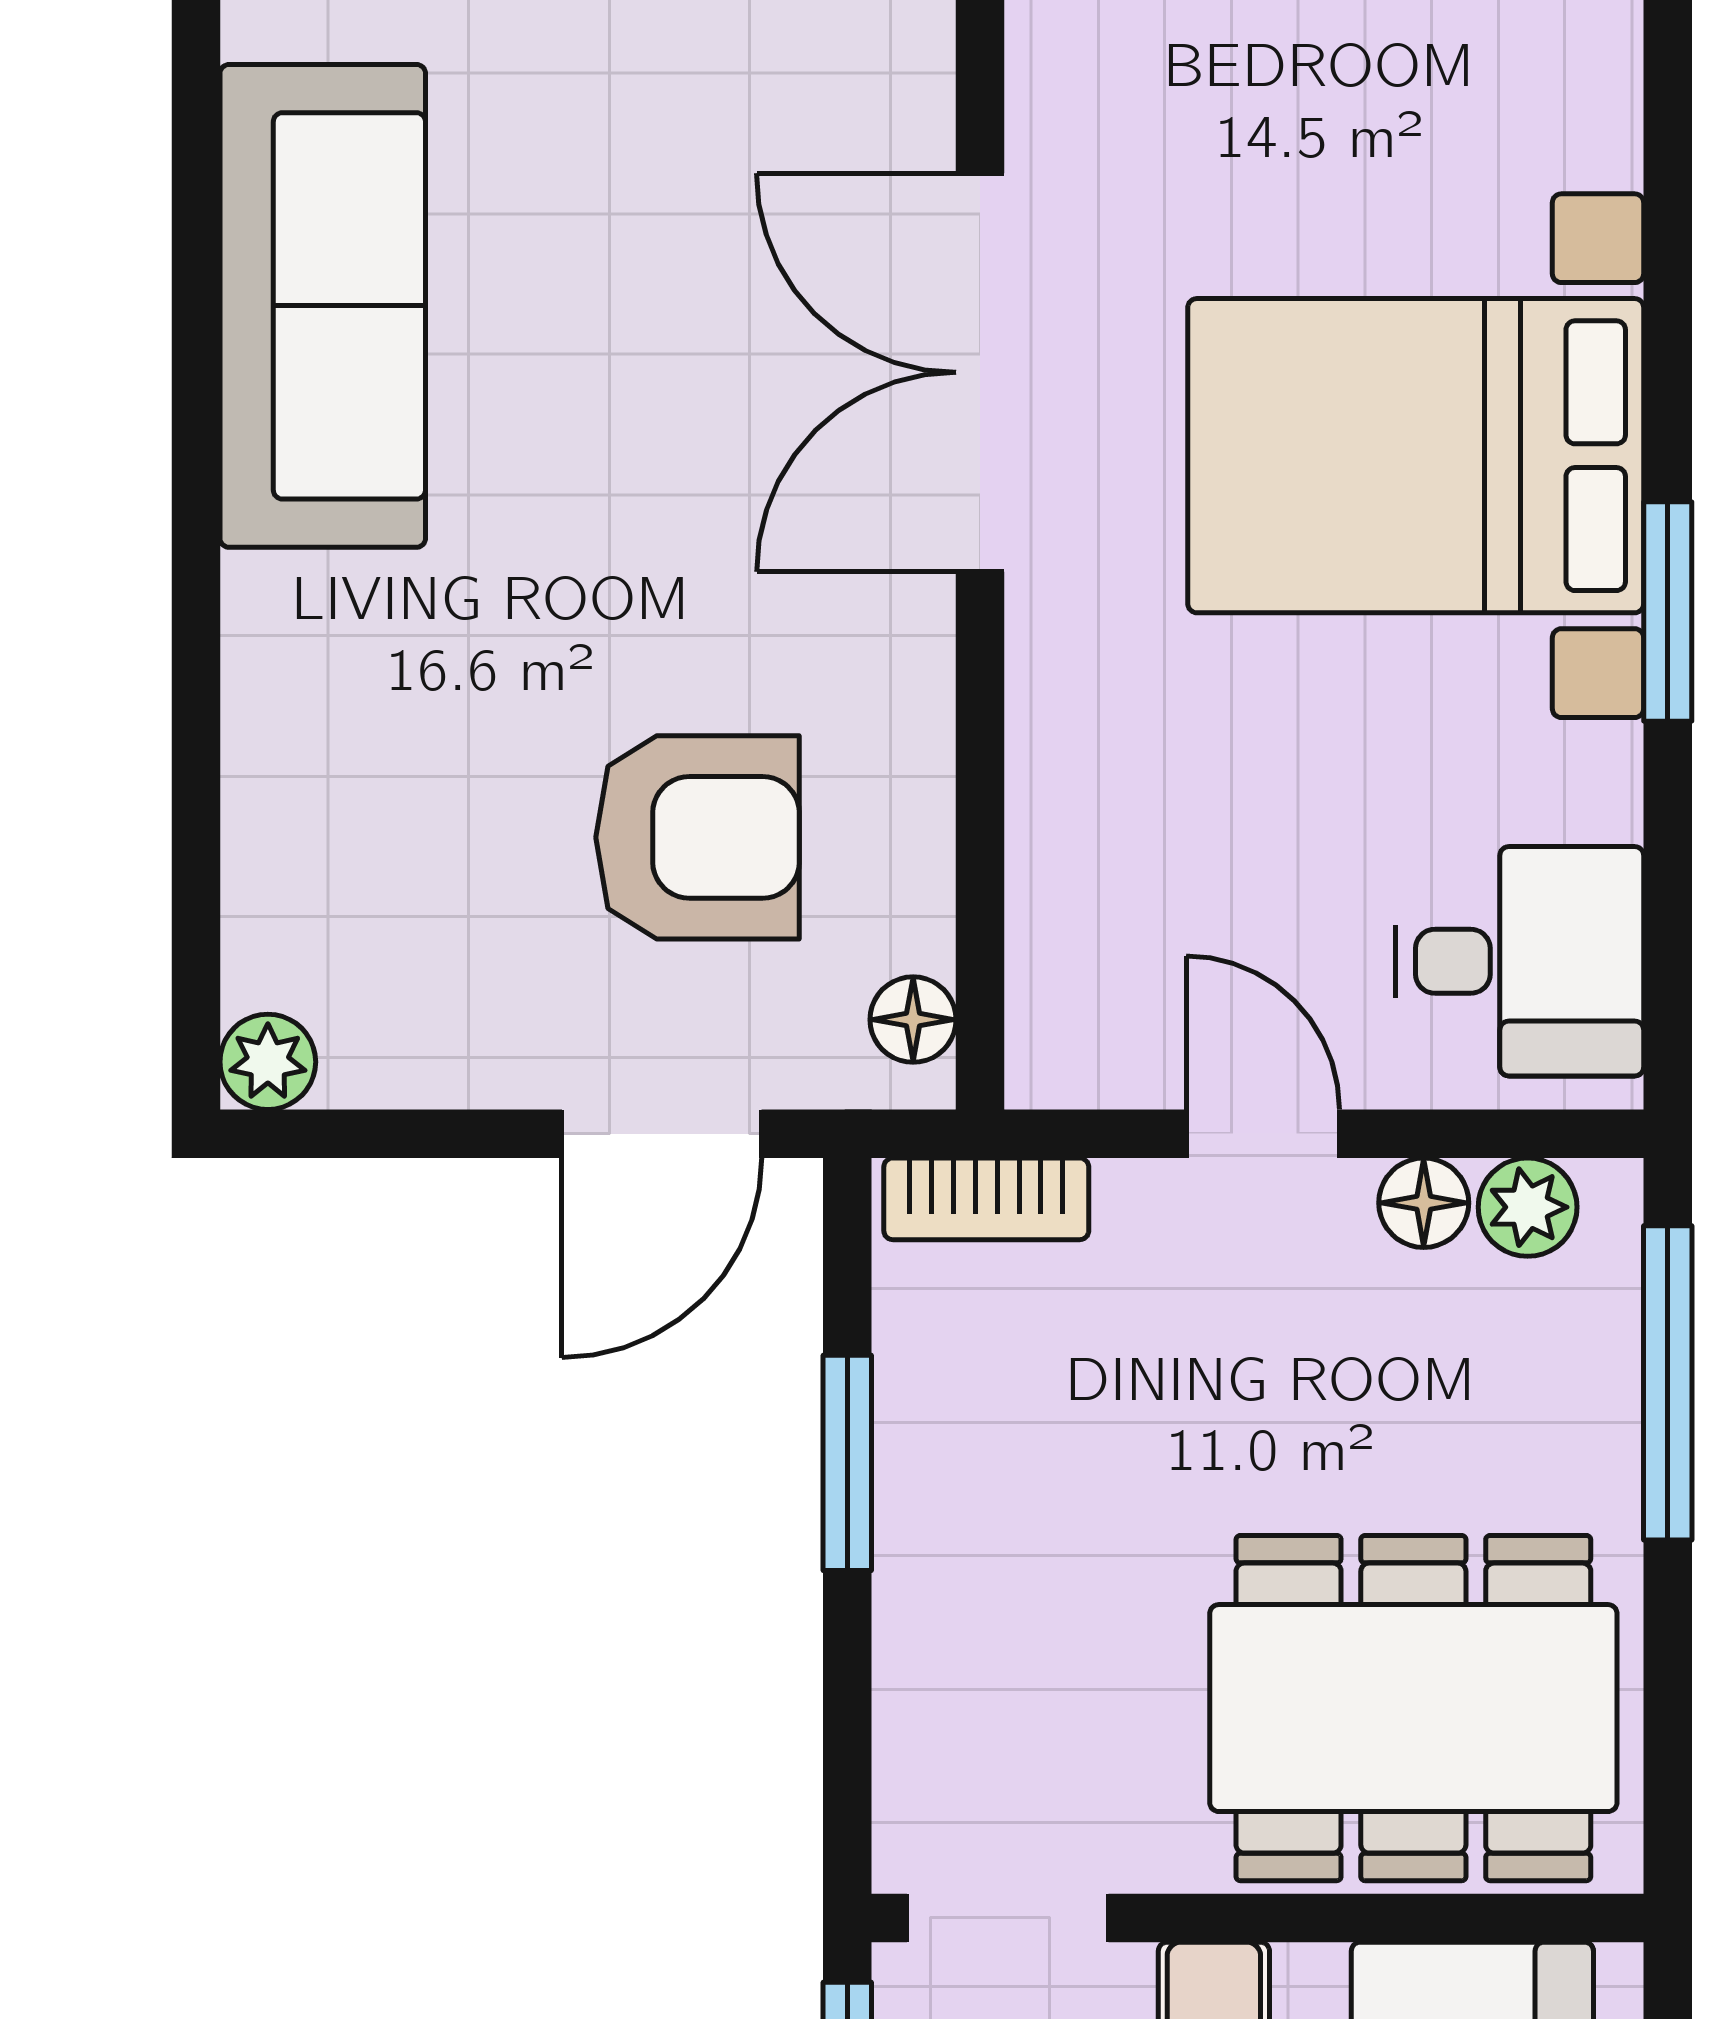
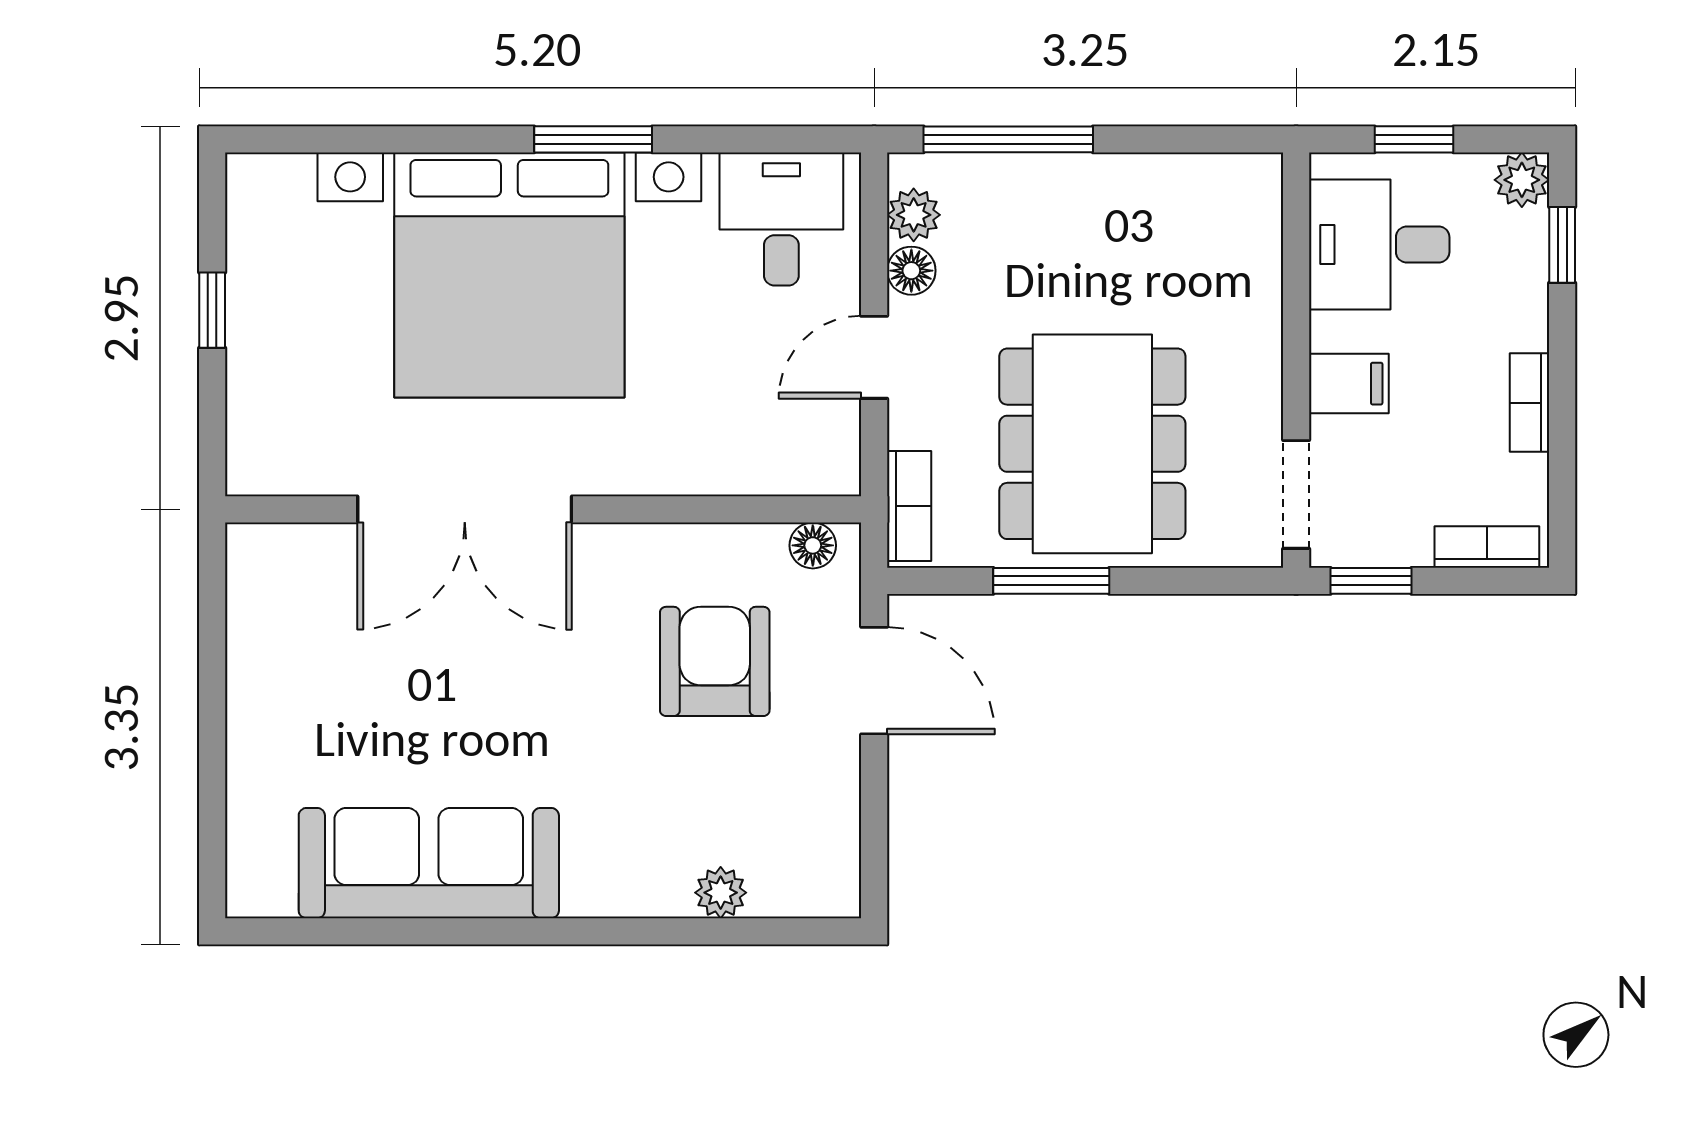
bed with nightstands: (1416, 456) -> (509, 275), width x1.36
plant: (268, 1062) -> (721, 893), moved
dining table: (1413, 1708) -> (1092, 444), moved

